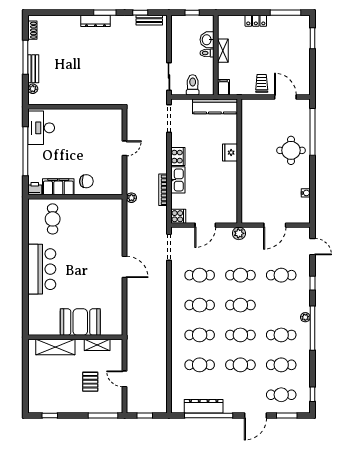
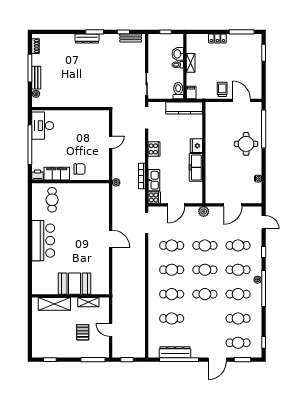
toilet: (193, 85) -> (178, 91), moved
freezer: (229, 179) -> (196, 167), added
kitchen sink: (178, 180) -> (154, 180), moved
cafe table: (240, 365) -> (238, 270), moved

